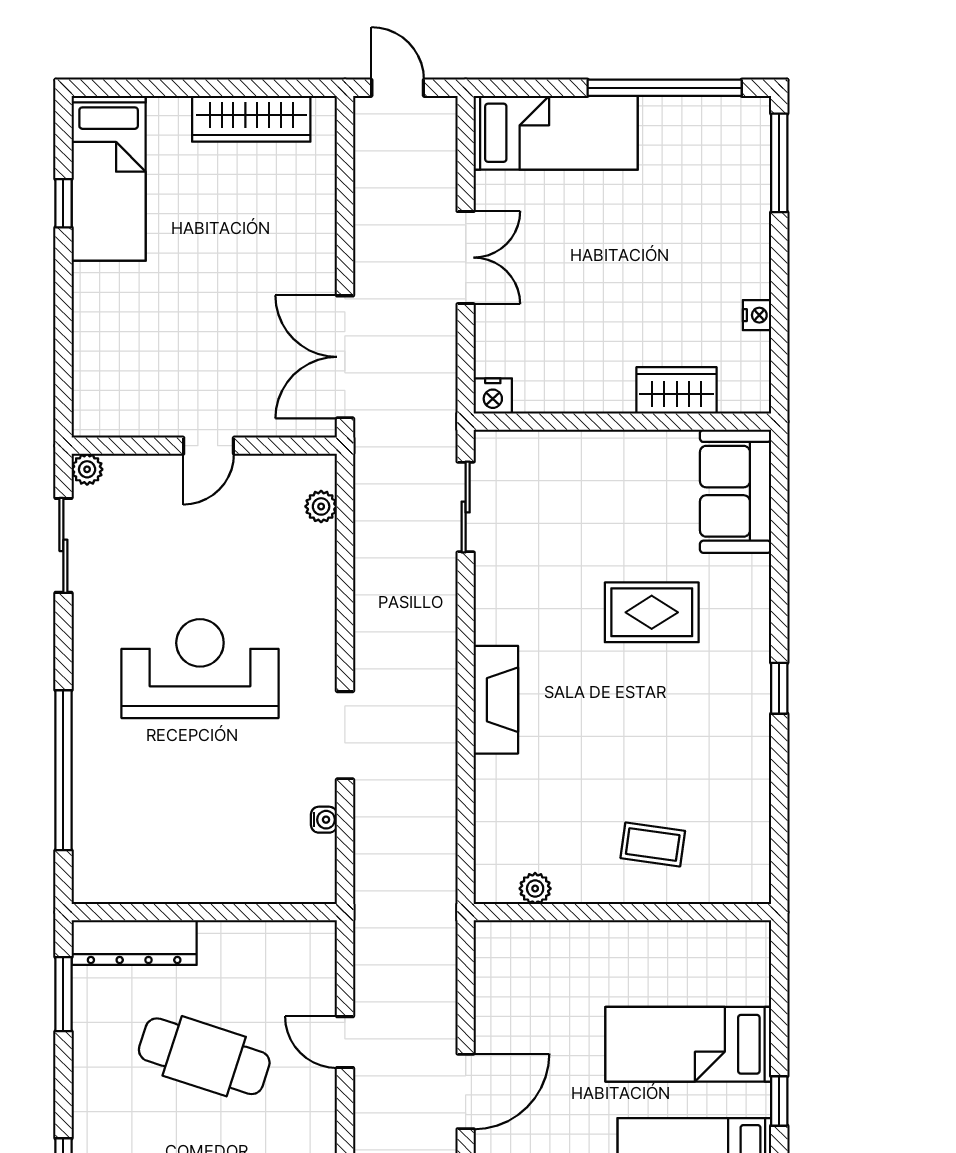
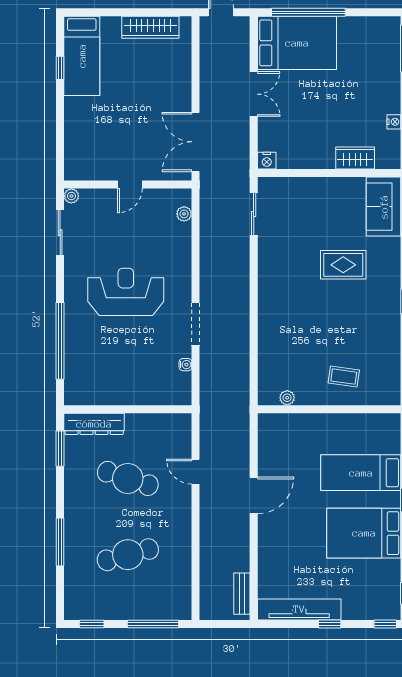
window: (665, 88) -> (308, 12), moved
bed: (556, 133) -> (297, 43), width x1.50
fireplace: (496, 700) -> (268, 307), removed

